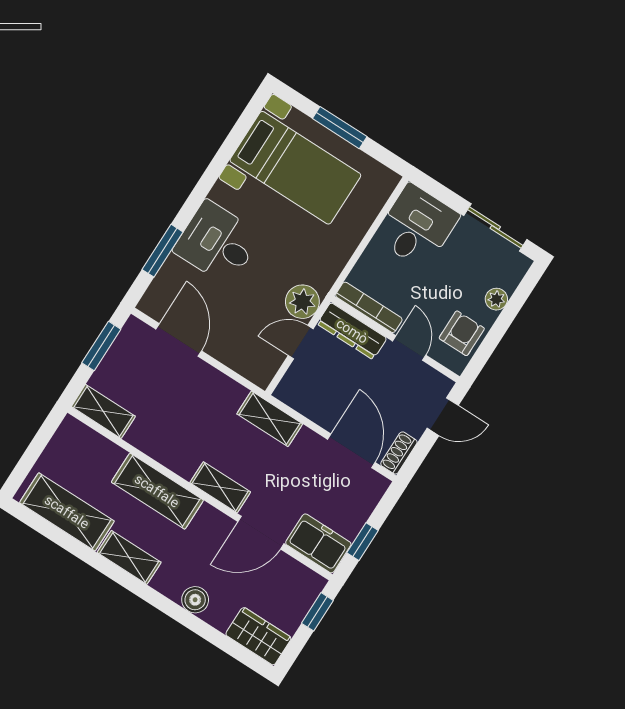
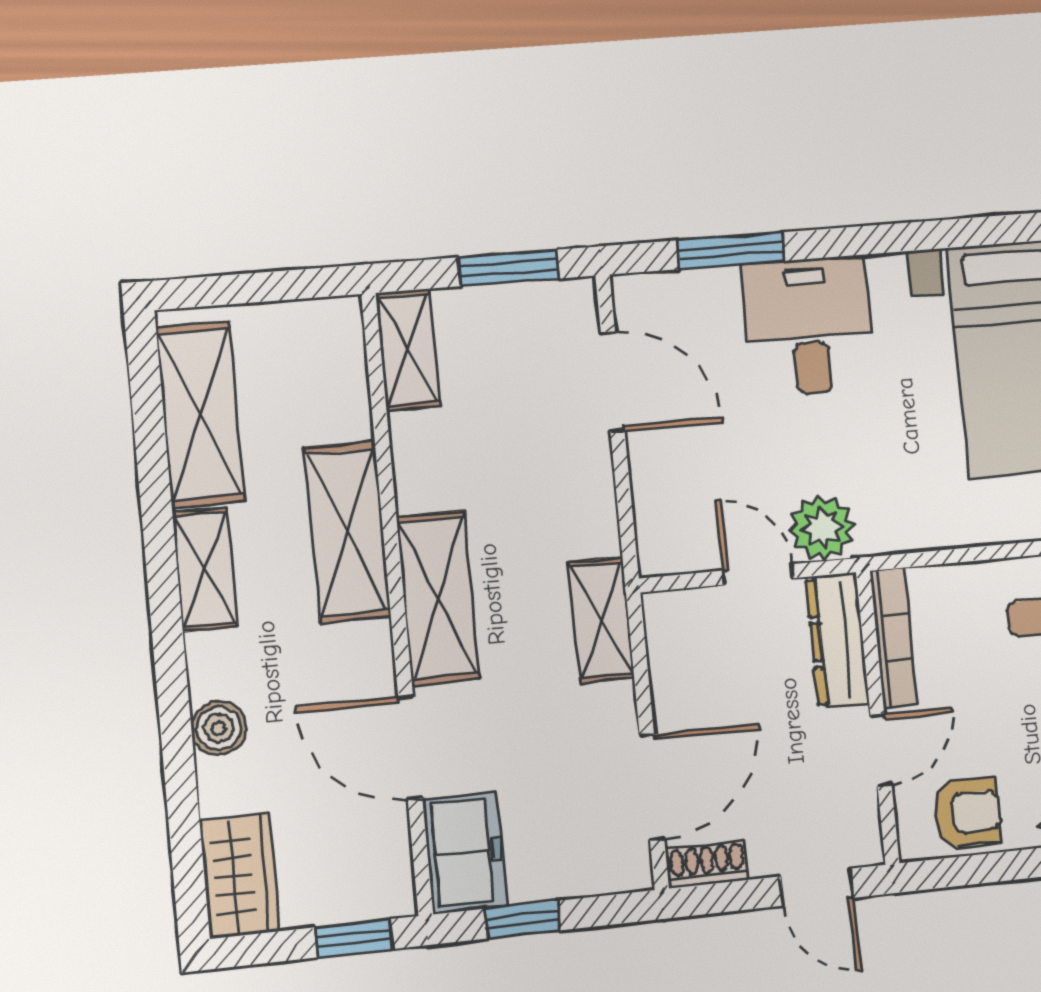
door: (179, 340) -> (613, 382), hinge flipped
shelving: (220, 487) -> (438, 598), width x1.50, depth x1.33

